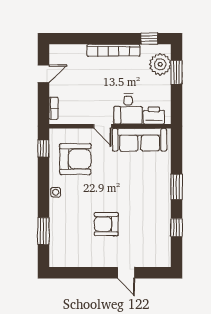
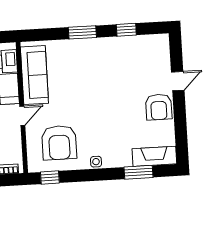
armchair: (75, 159) -> (59, 143), turned 180
armchair: (106, 224) -> (159, 107), moved
fireplace: (57, 247) -> (154, 156), added

